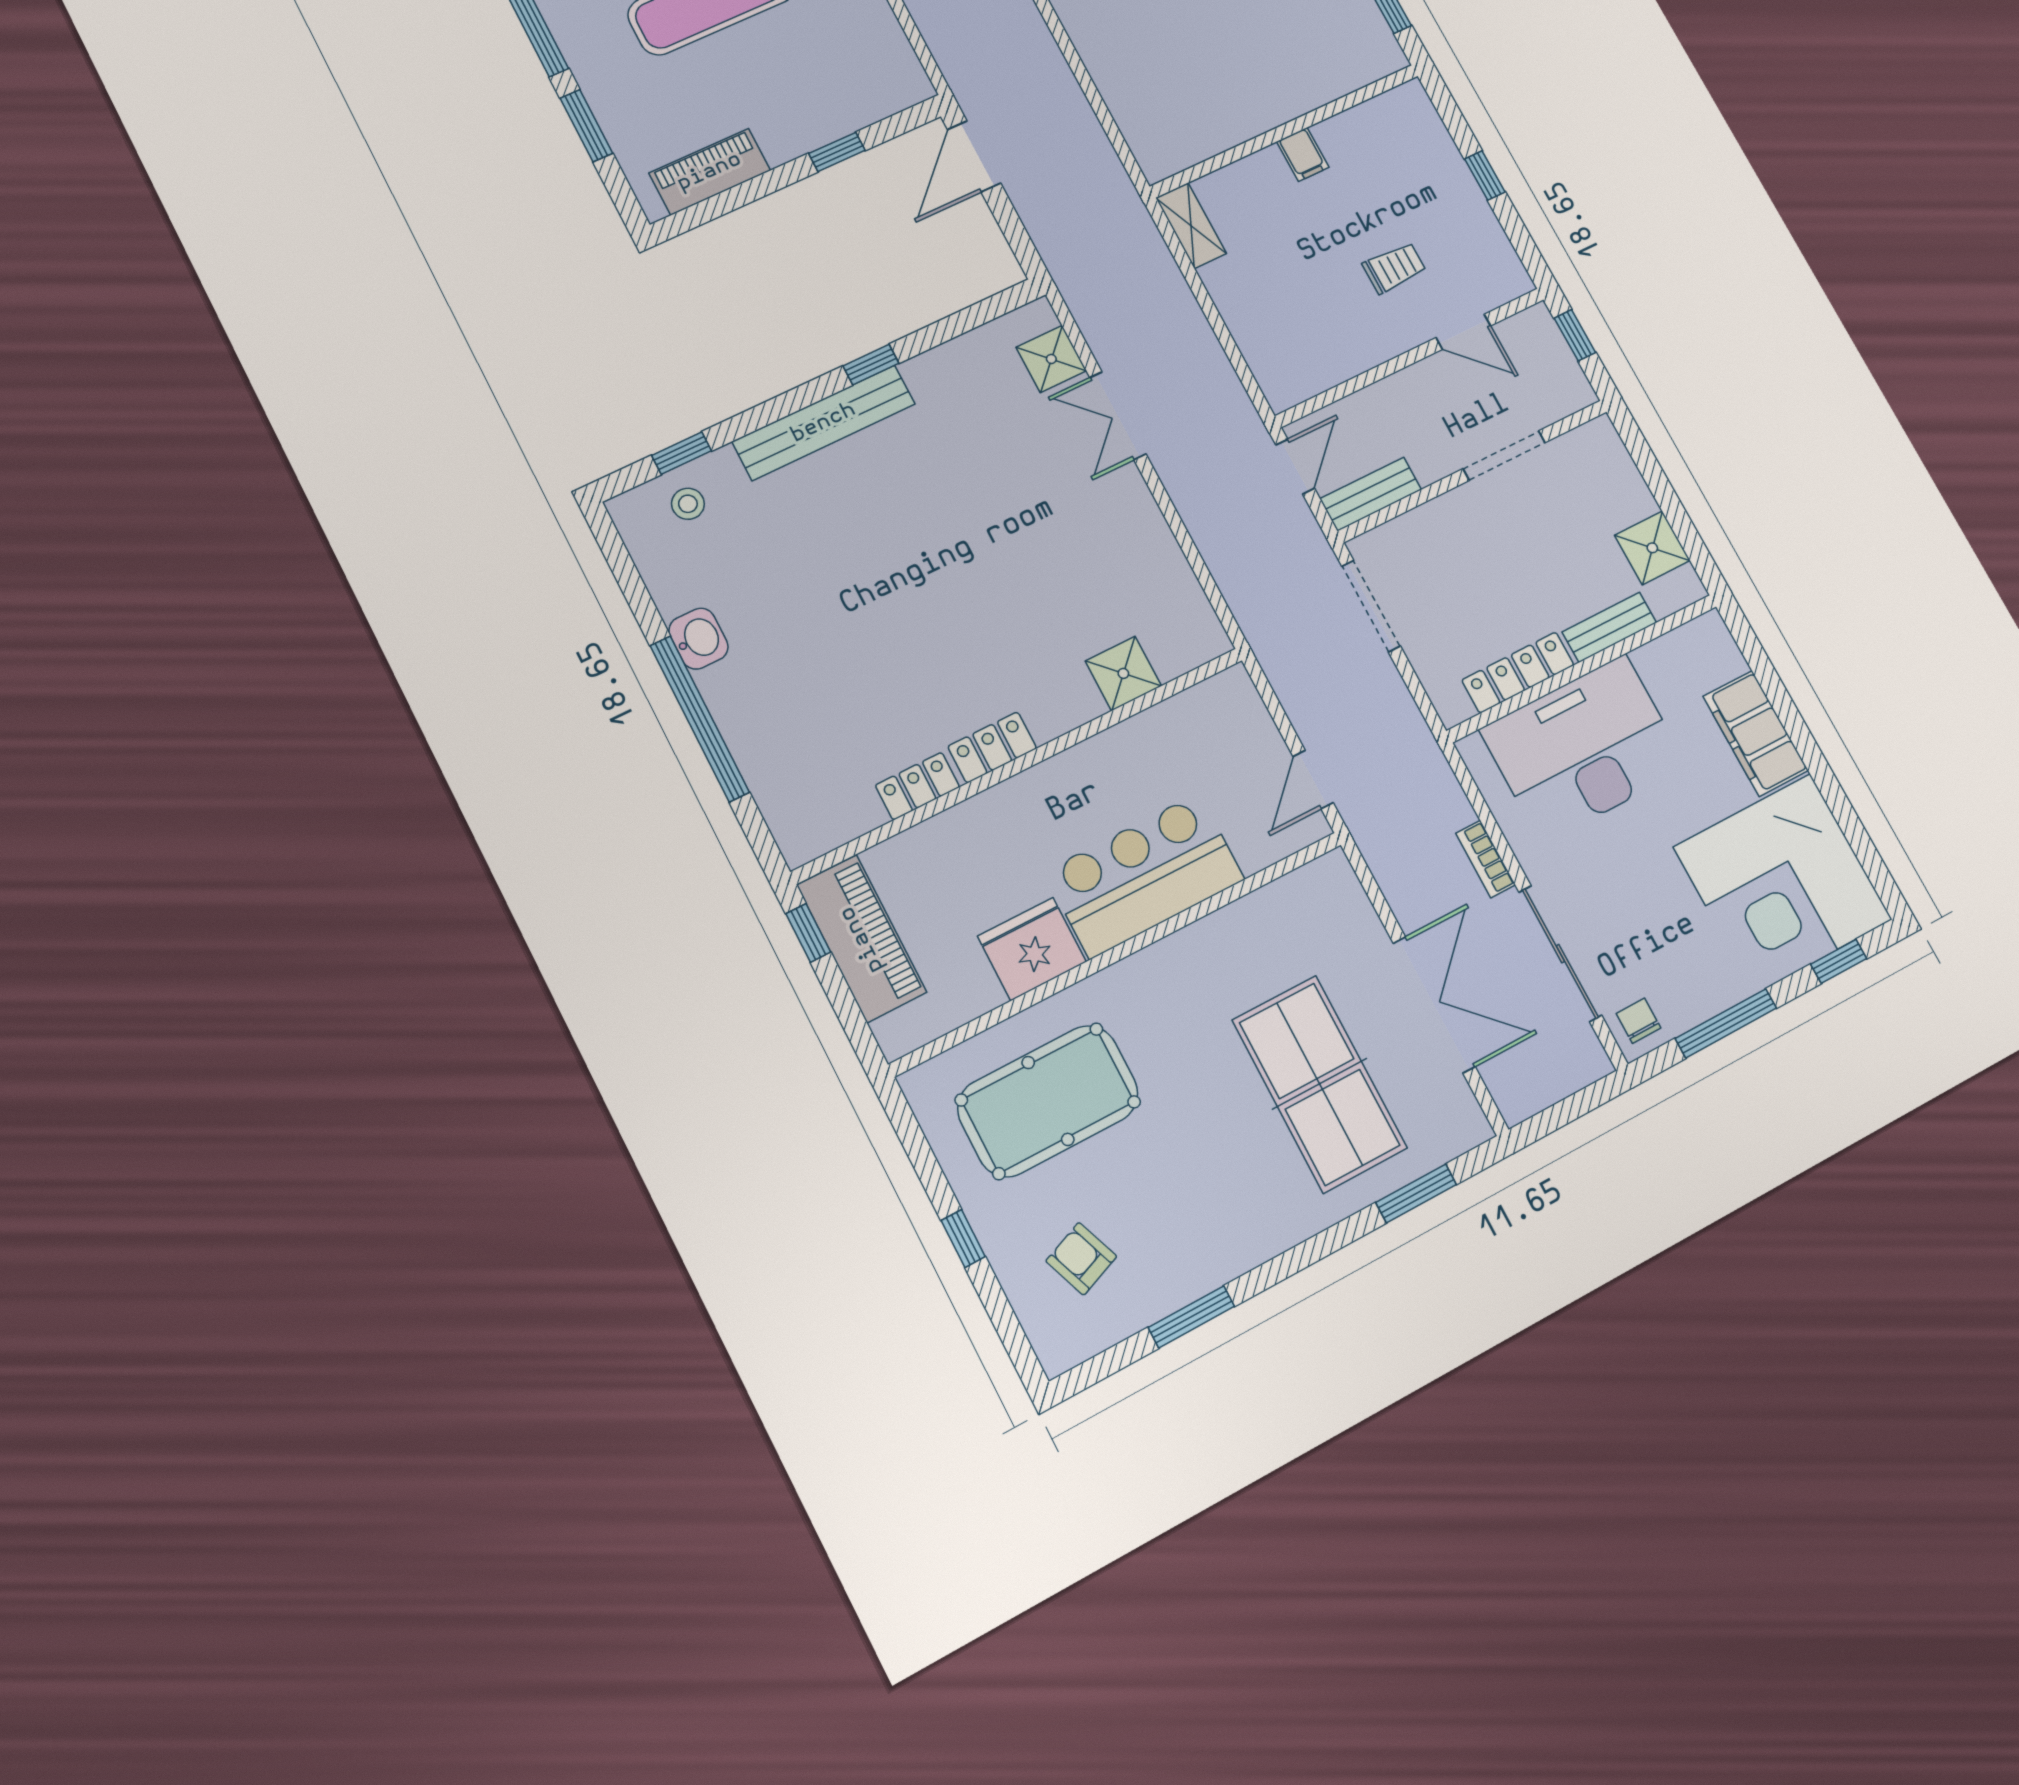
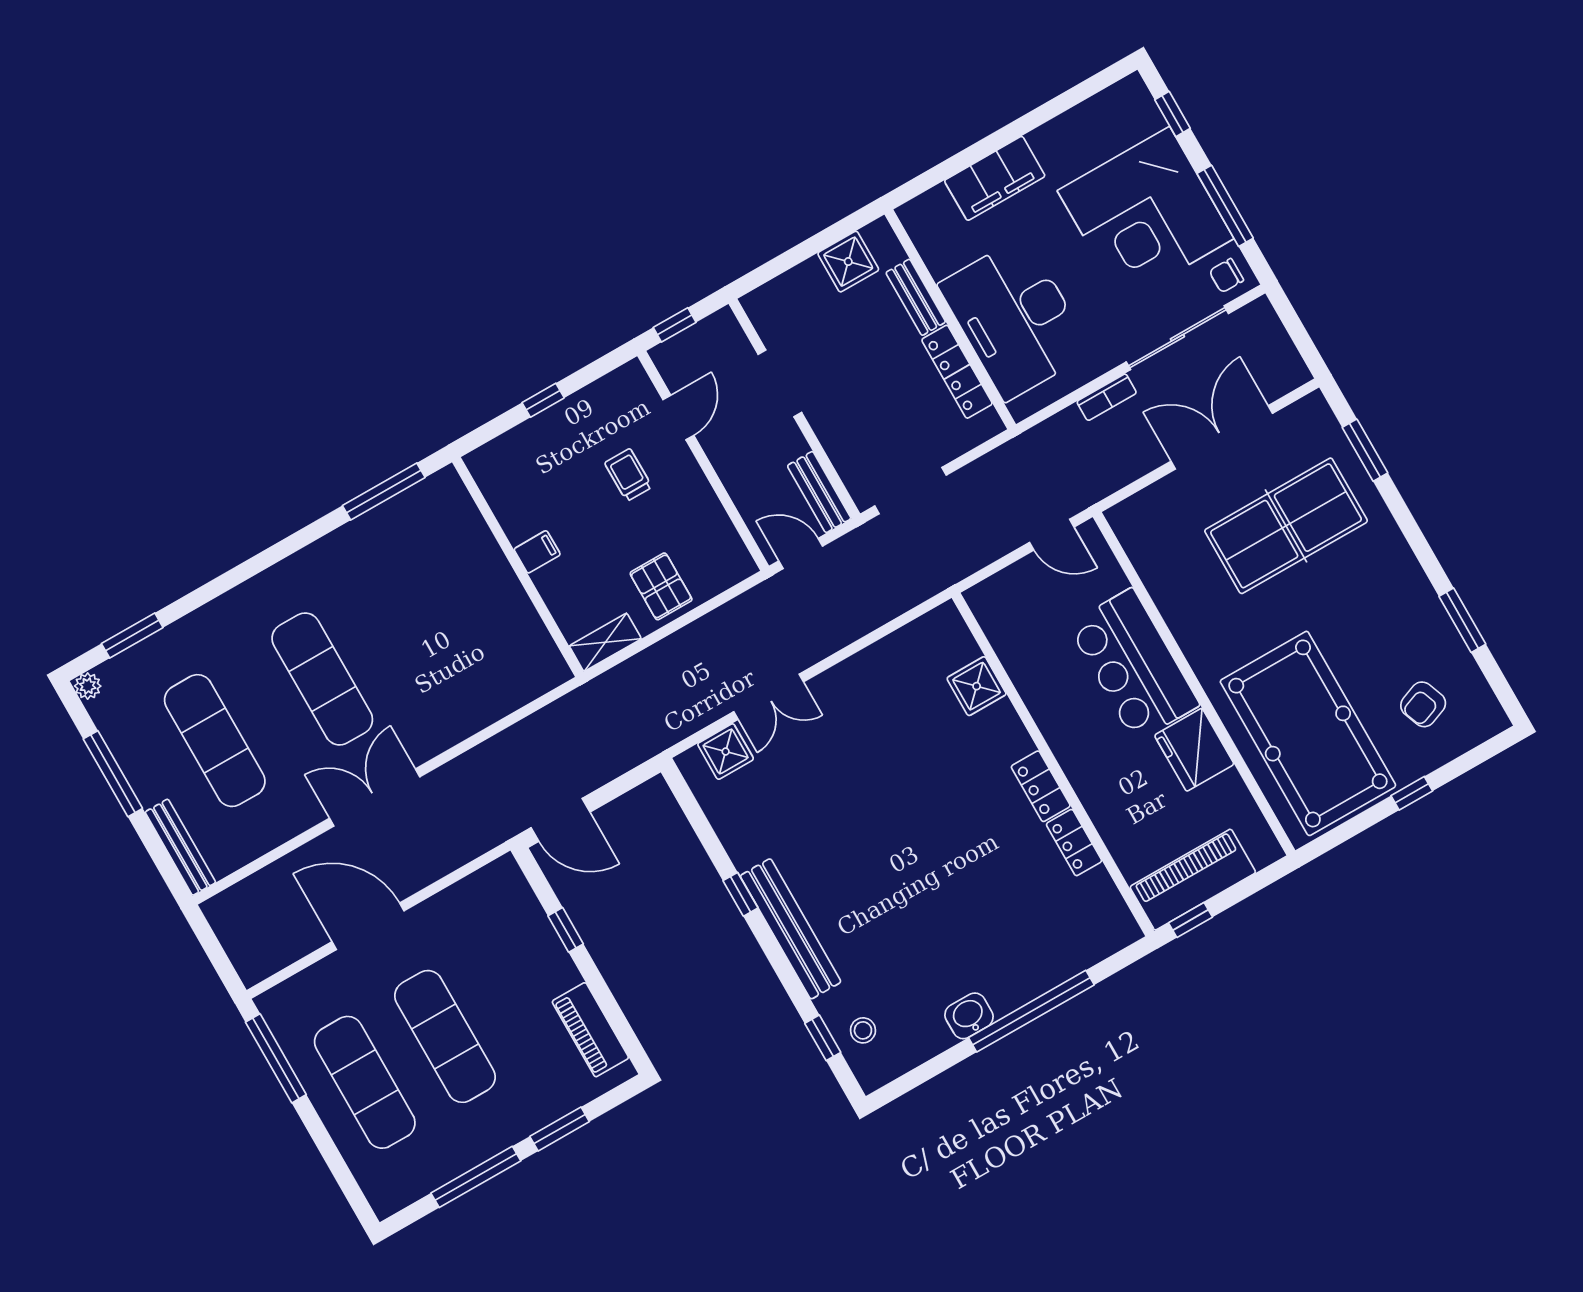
pallet: (1258, 296) -> (661, 586), added
corner desk: (1783, 883) -> (1146, 215), moved, turned 90
pool table: (1048, 1101) -> (1308, 733), width x1.36, depth x1.32

